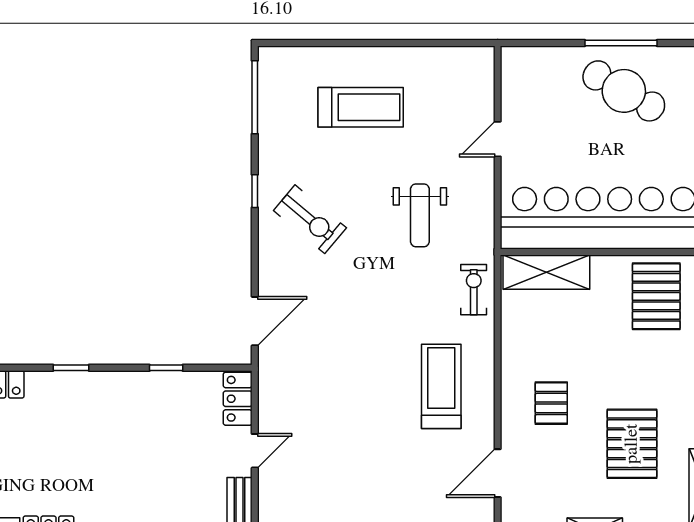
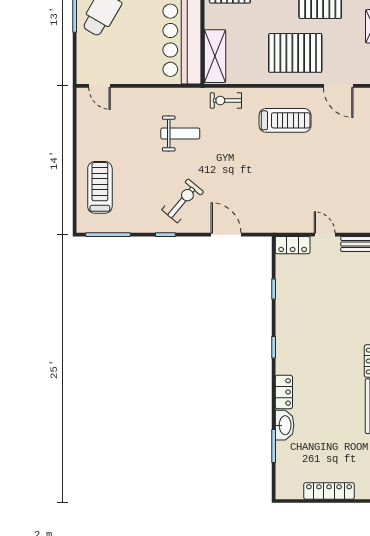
treadmill: (361, 107) -> (100, 187), moved
door: (498, 139) -> (100, 86), moved
door: (255, 321) -> (226, 235), moved
treadmill: (441, 386) -> (285, 120), turned 180
pallet: (551, 403) -> (295, 53), width x2.05, depth x2.00

